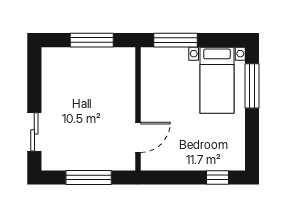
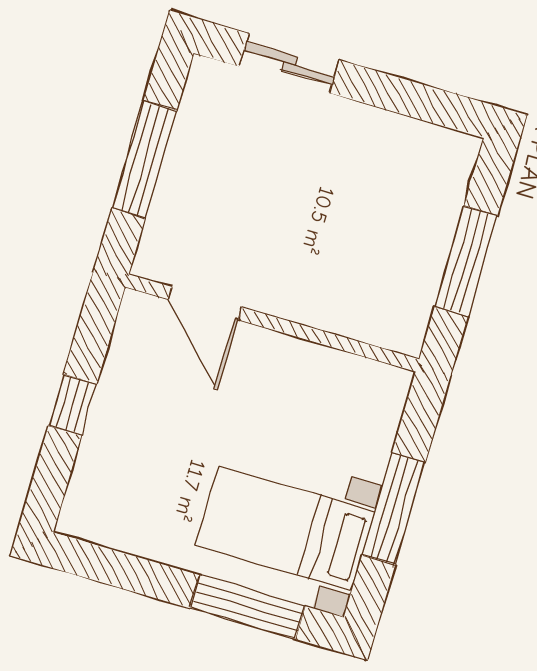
window: (175, 40) -> (394, 509), moved
window: (217, 178) -> (73, 405), moved

